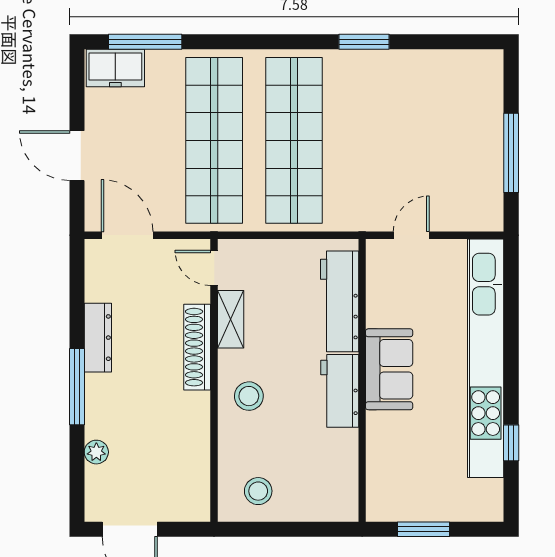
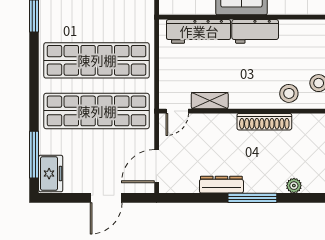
shoe rack: (197, 347) -> (264, 122), moved
stool: (249, 396) -> (289, 93), moved

